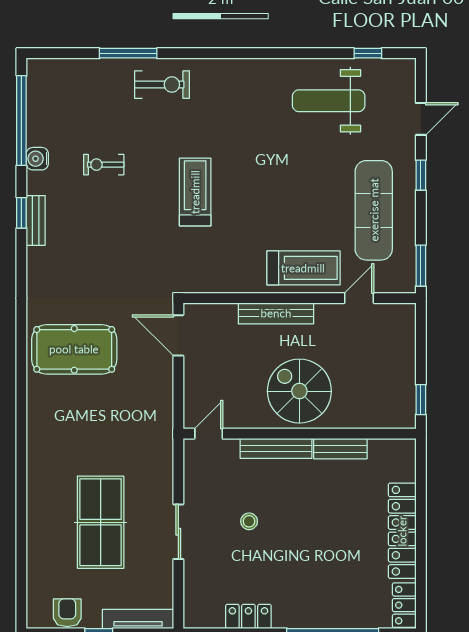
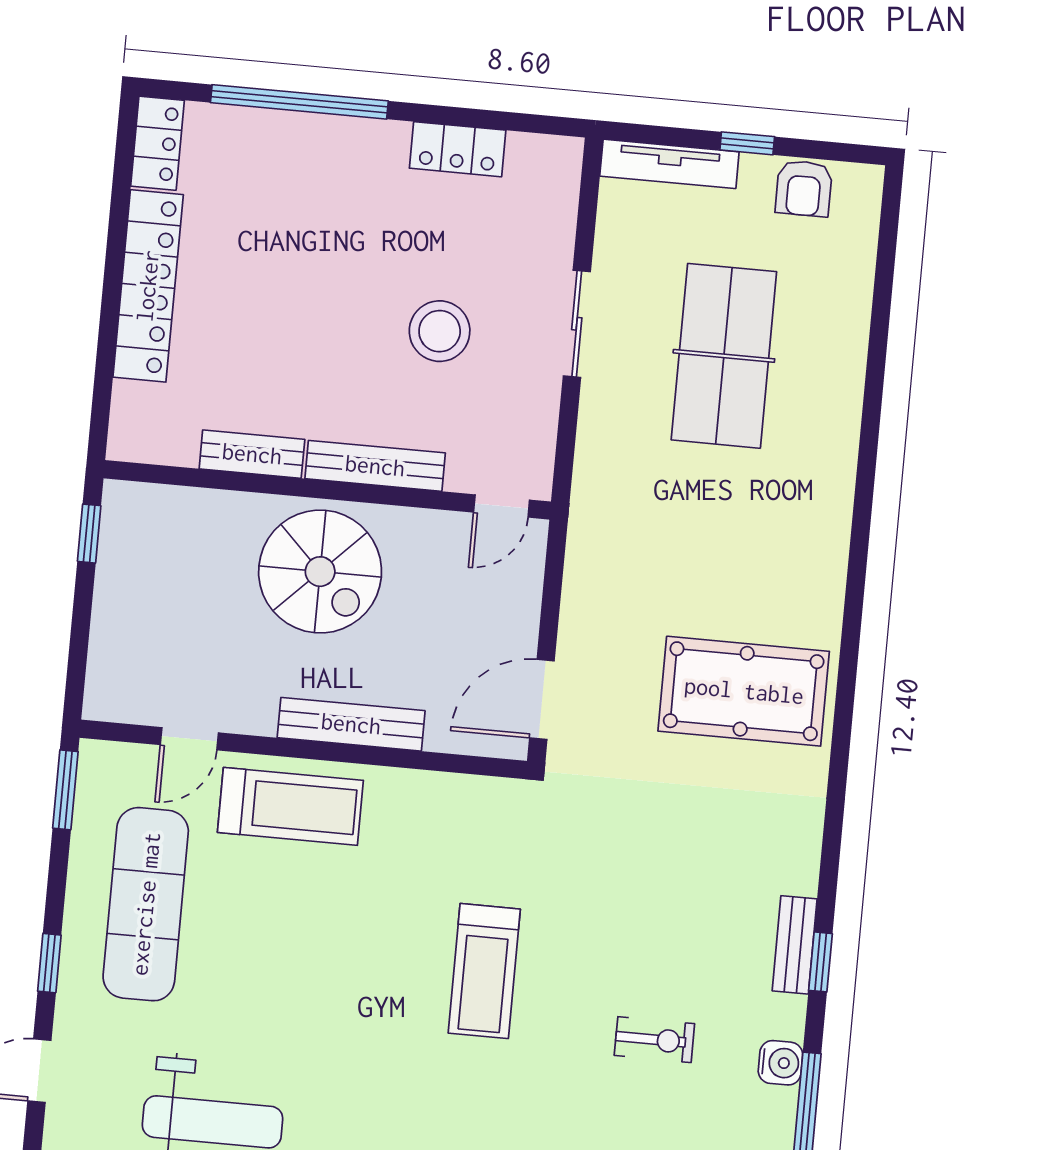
treadmill: (303, 268) -> (290, 806), turned 180
door: (178, 335) -> (542, 699), swing flipped
stool: (249, 521) -> (440, 331), width x1.89, depth x1.89

